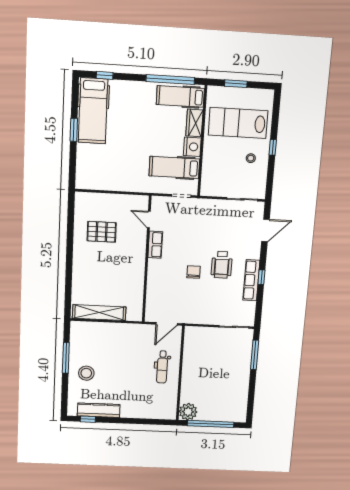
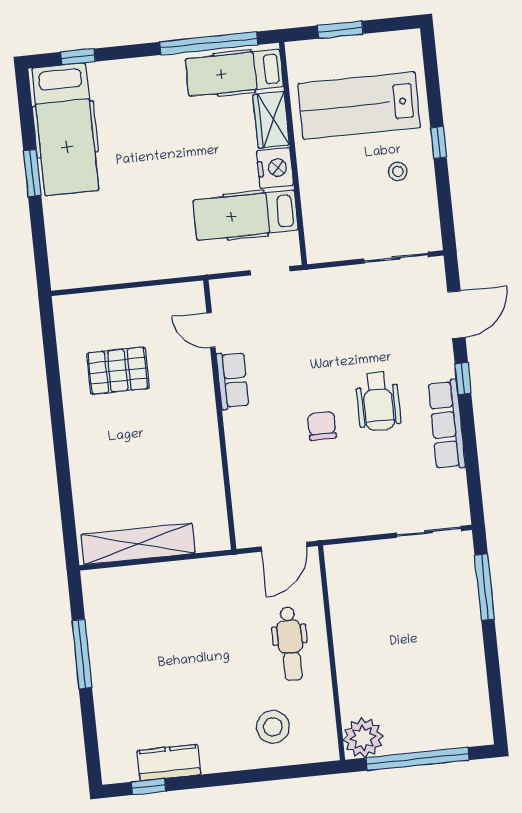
window: (261, 277) -> (463, 379), moved
stool: (86, 373) -> (273, 727), moved
kitchen counter: (99, 410) -> (169, 763), width x0.67

